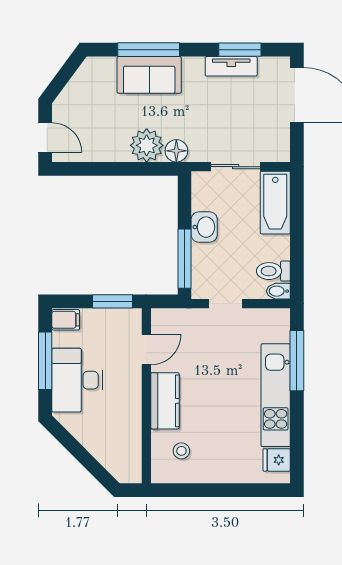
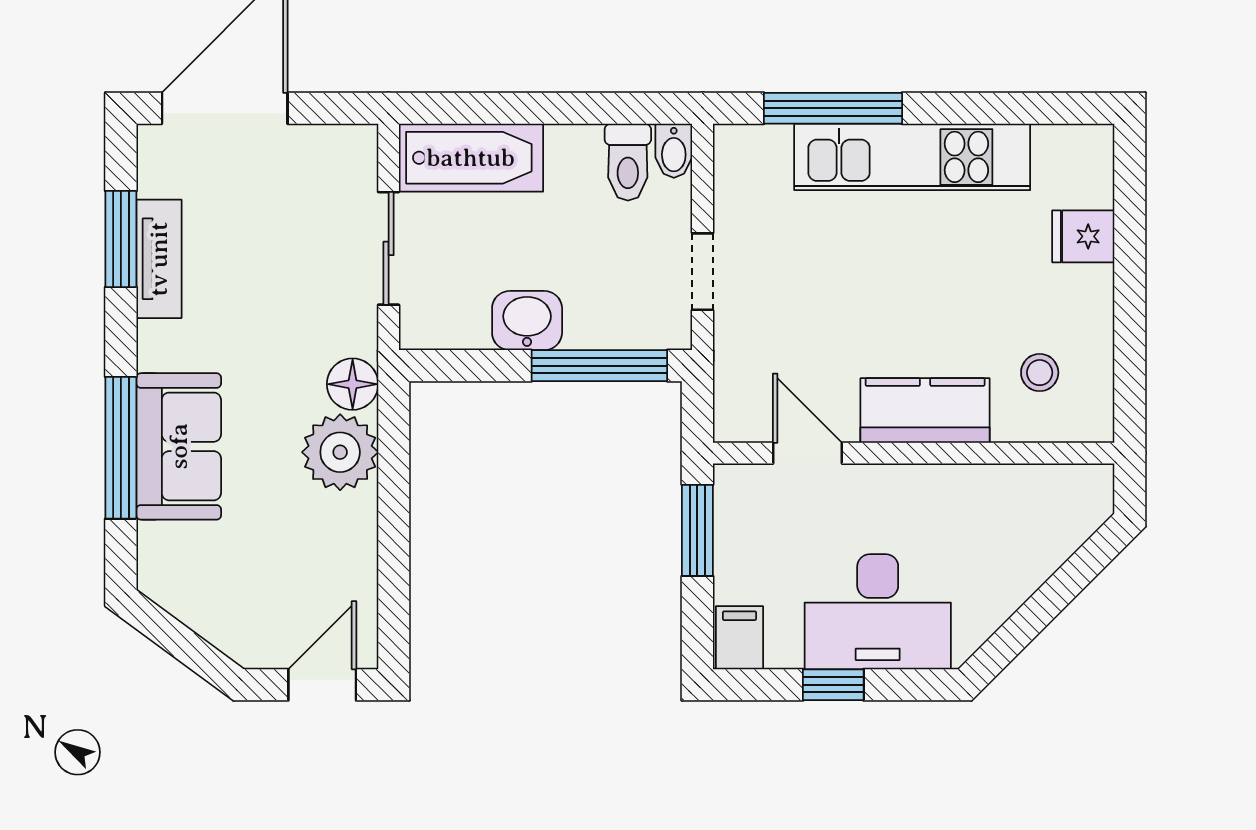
window: (45, 361) -> (833, 685), width x0.46
fridge: (277, 460) -> (1083, 236), moved, turned 90

